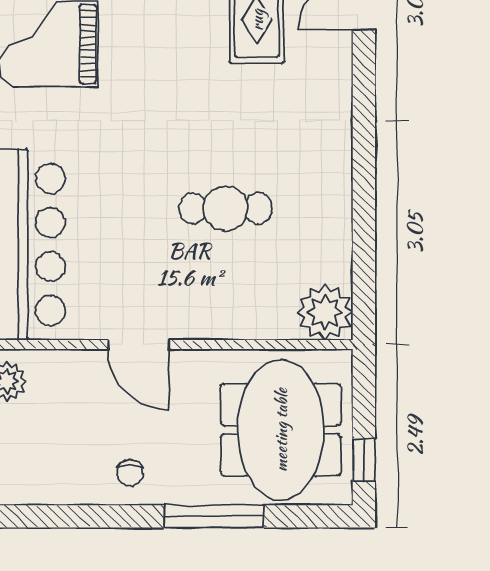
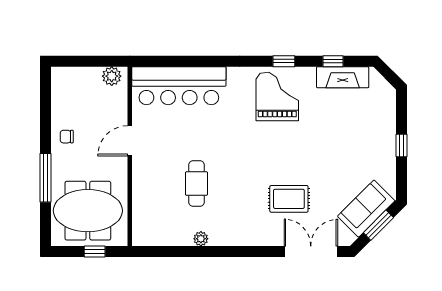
plant: (325, 312) -> (201, 239), moved, width x0.53, depth x0.53
window: (364, 460) -> (95, 251), moved

